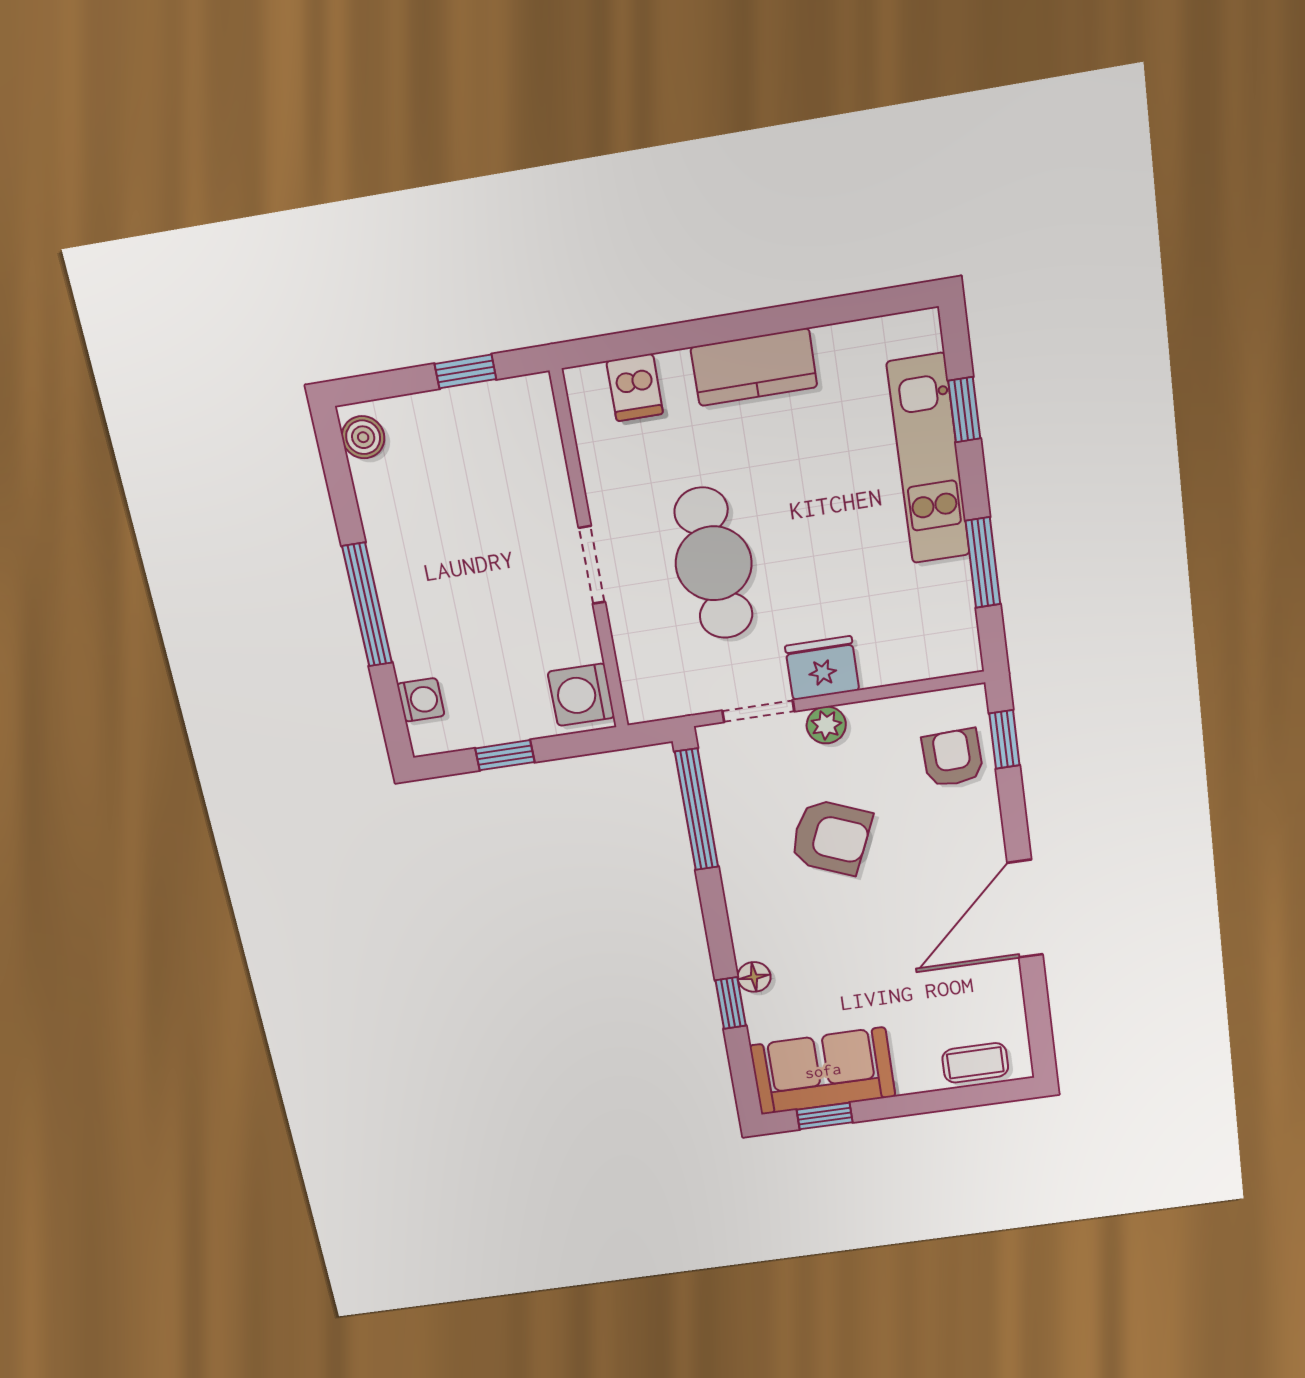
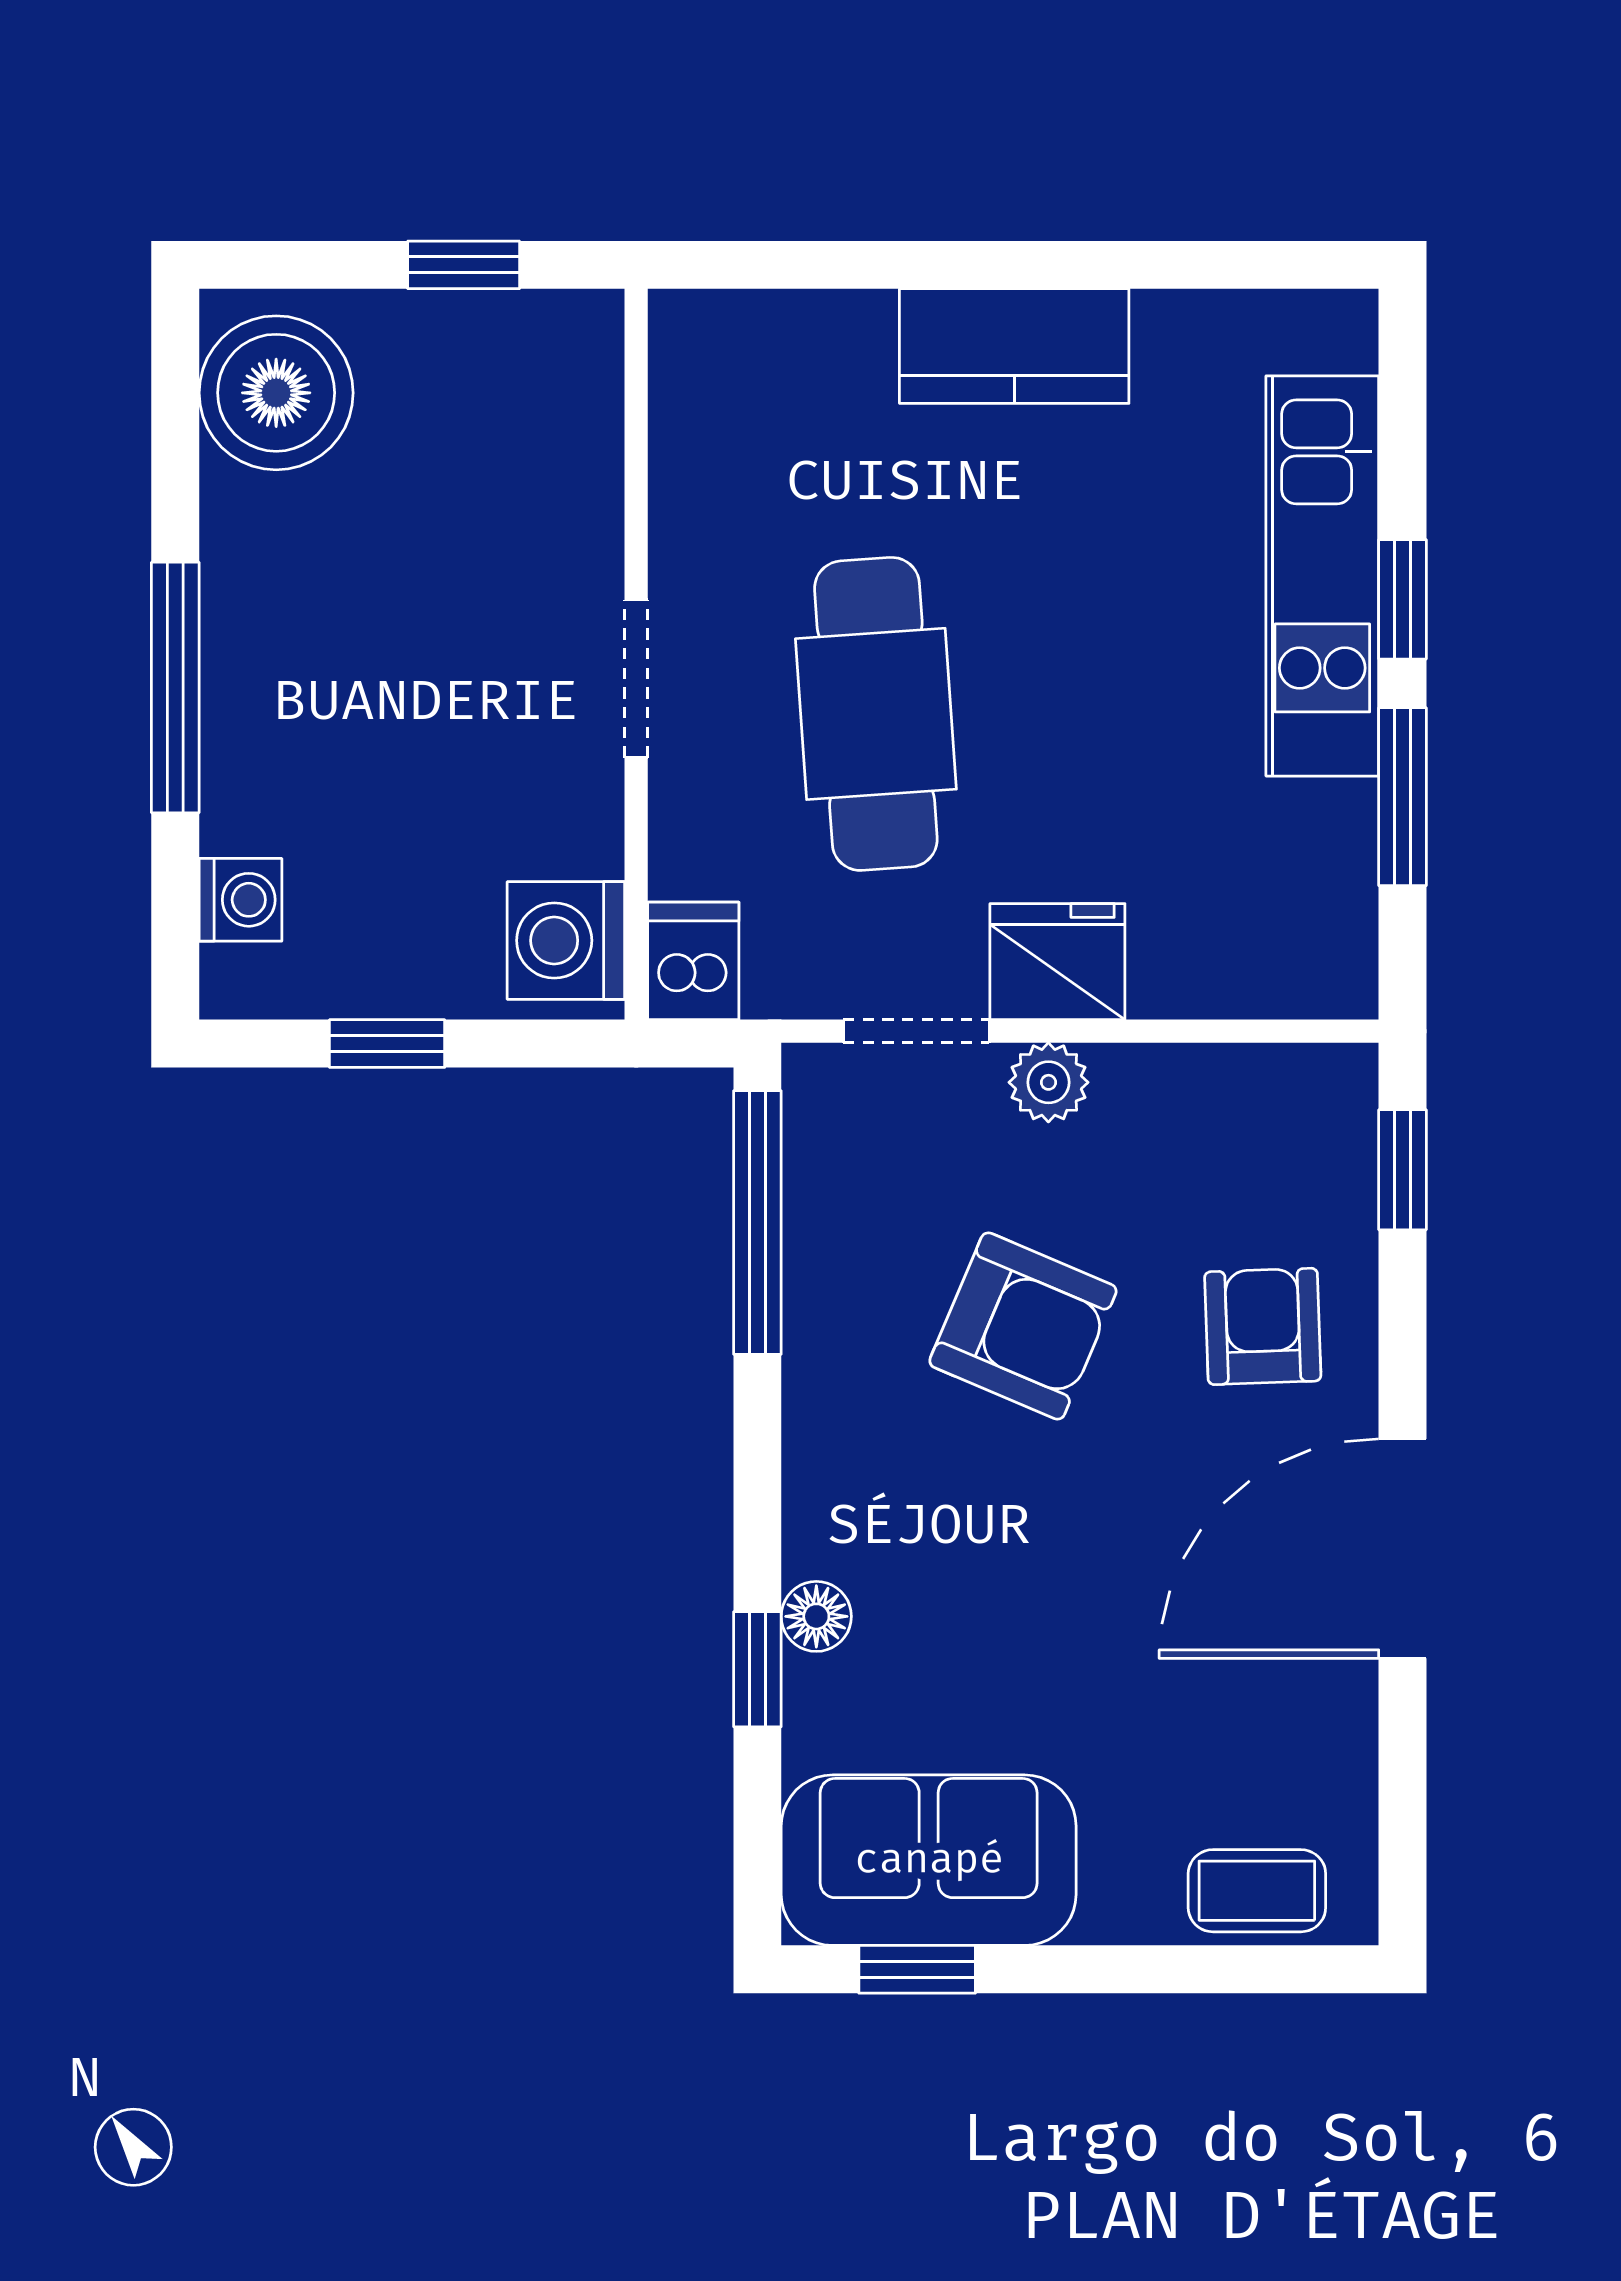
dishwasher: (635, 388) -> (693, 961), moved, turned 180
window: (964, 410) -> (1403, 599), moved
boiler: (363, 437) -> (276, 393), width x1.86, depth x1.86
armchair: (953, 758) -> (1263, 1326), moved

